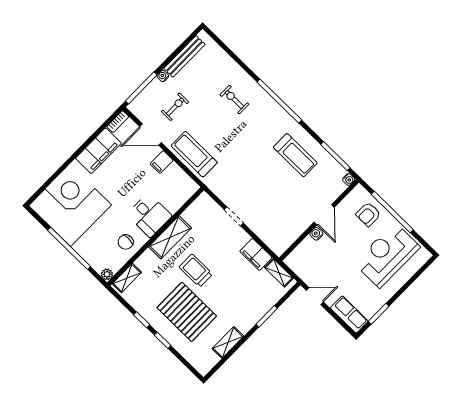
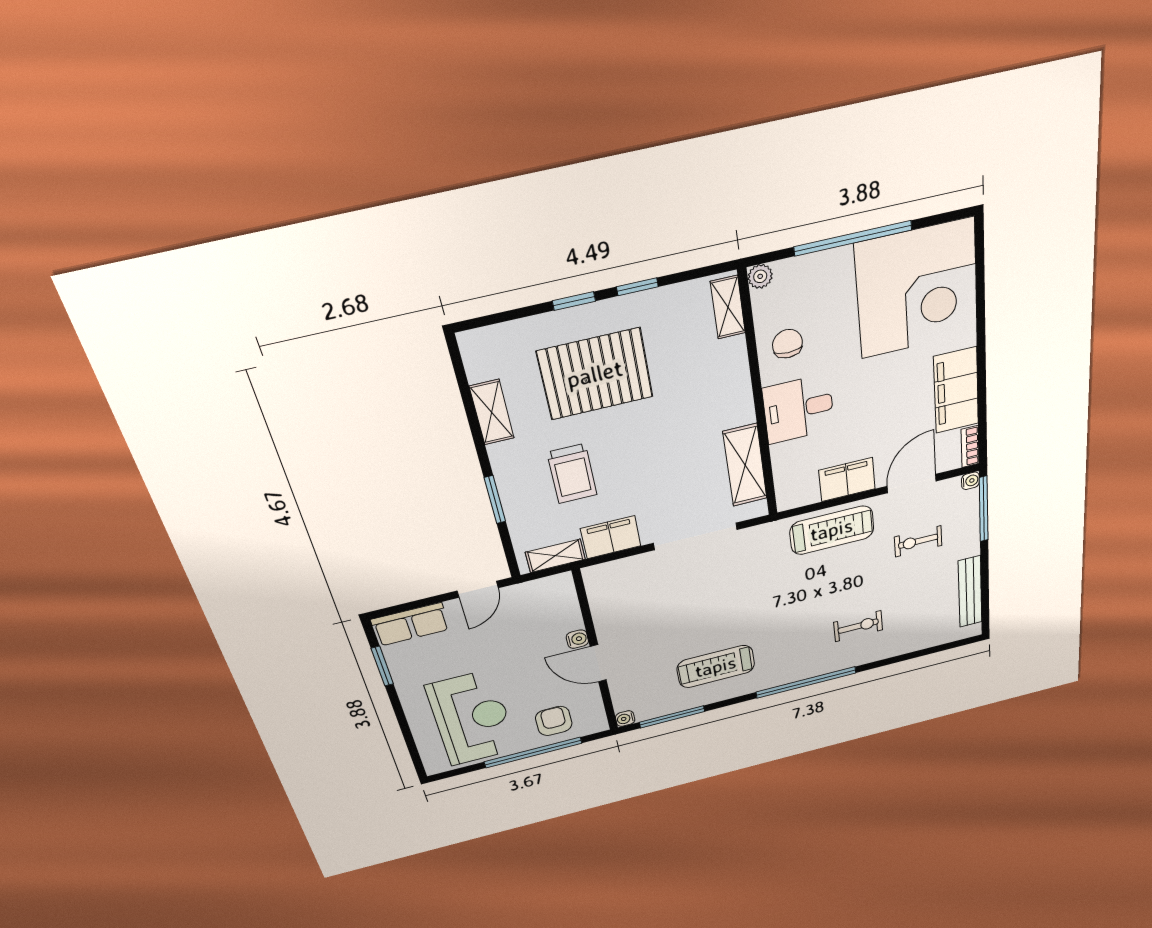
water cooler: (163, 76) -> (970, 481), moved
exercise bike: (175, 107) -> (918, 541), turned 90
filing cabinet: (162, 162) -> (847, 480), width x2.00
doorway: (234, 216) -> (695, 536), width x1.88
shelving: (170, 237) -> (745, 465), moved
trolley: (196, 271) -> (572, 474), moved, turned 90

